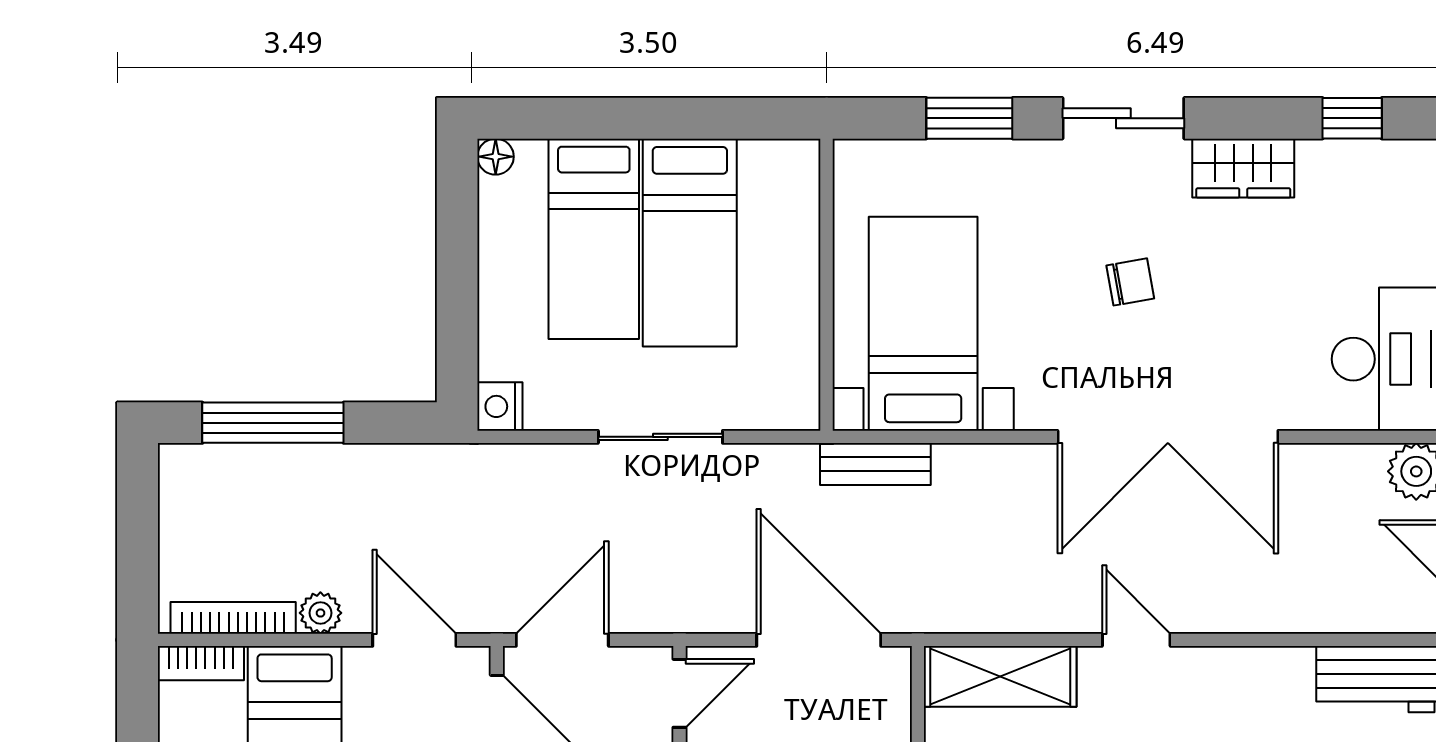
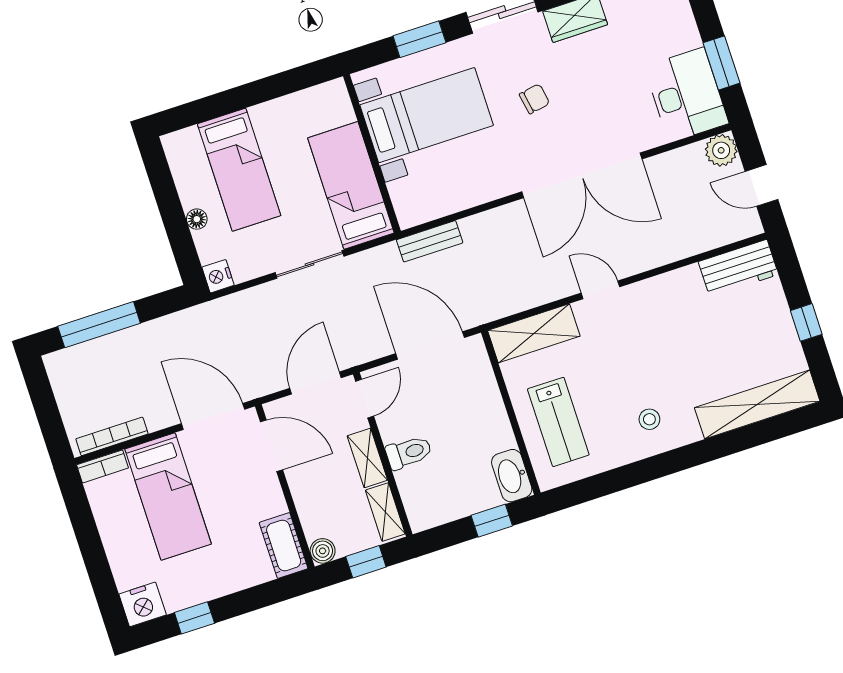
floor lamp: (496, 157) -> (197, 219), moved
bed: (690, 243) -> (351, 185), moved, turned 180
bed with nightstands: (923, 324) -> (427, 115), moved, turned 90
plant: (320, 613) -> (158, 418), removed
door: (414, 640) -> (213, 416), width x1.36
door: (562, 640) -> (315, 383), moved

